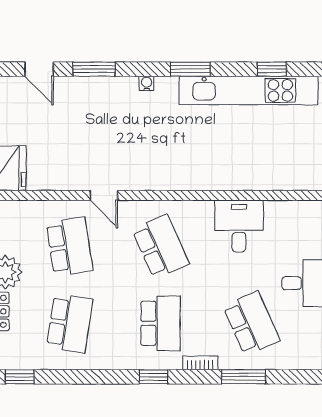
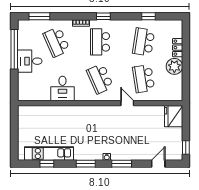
door: (39, 69) -> (158, 164), hinge flipped
window: (94, 69) -> (122, 164), moved
kitchen unit: (248, 90) -> (49, 154), width x0.73
window: (20, 377) -> (148, 16), moved
window: (243, 377) -> (39, 16), moved

